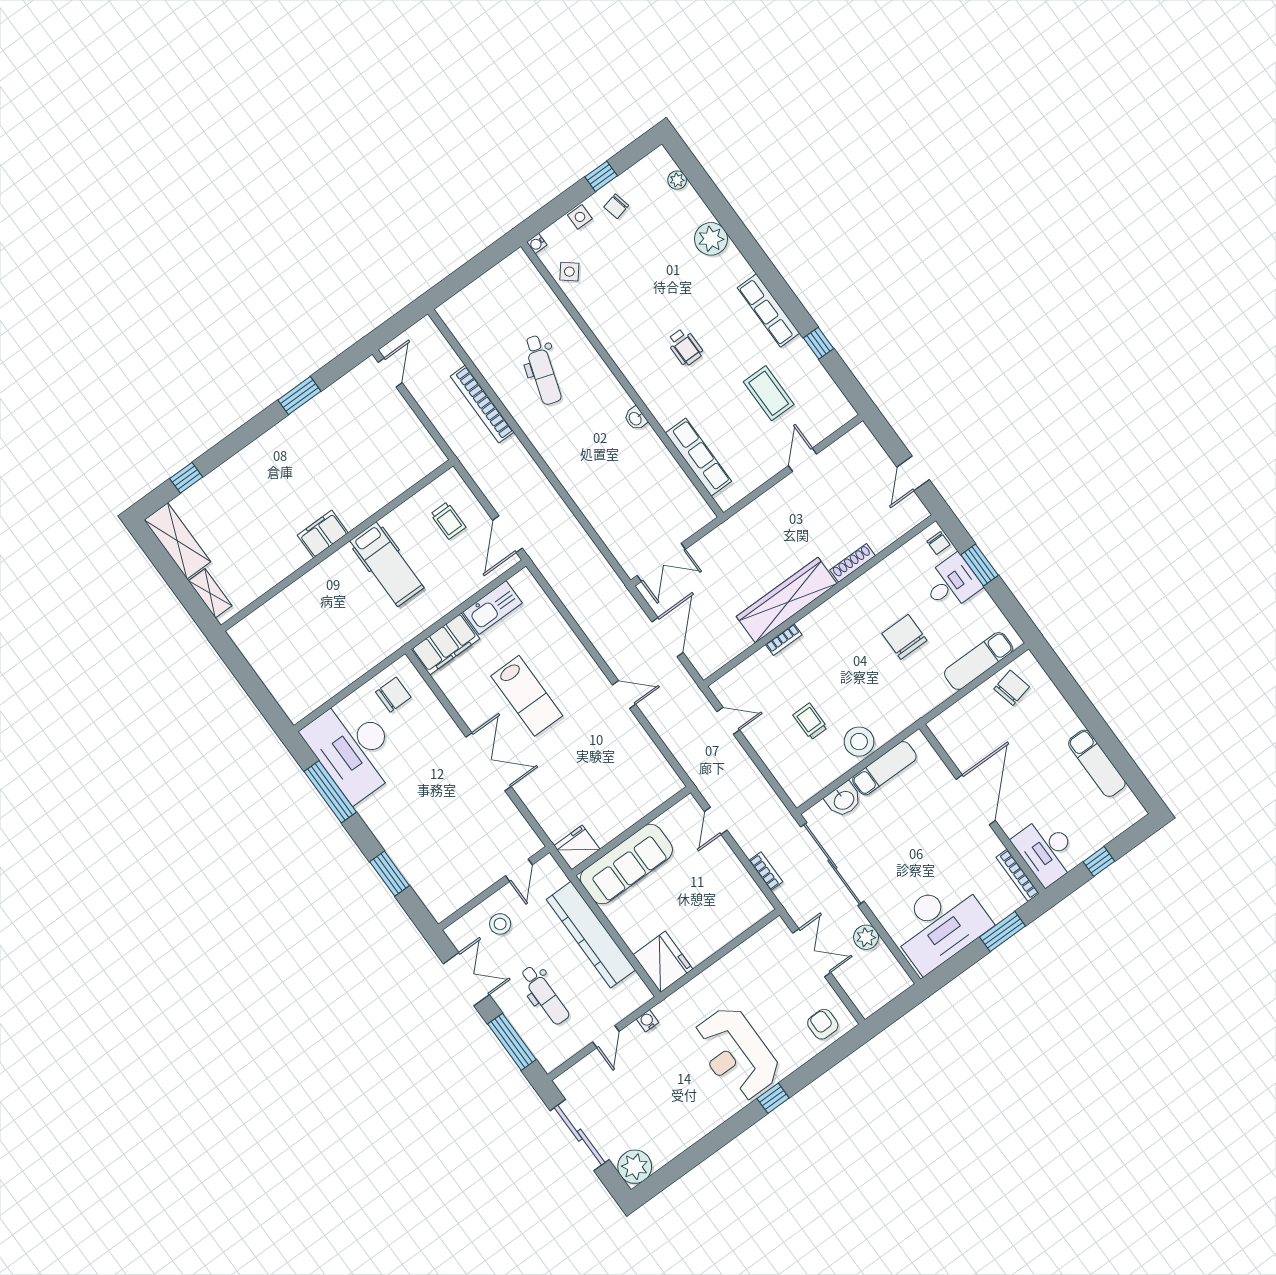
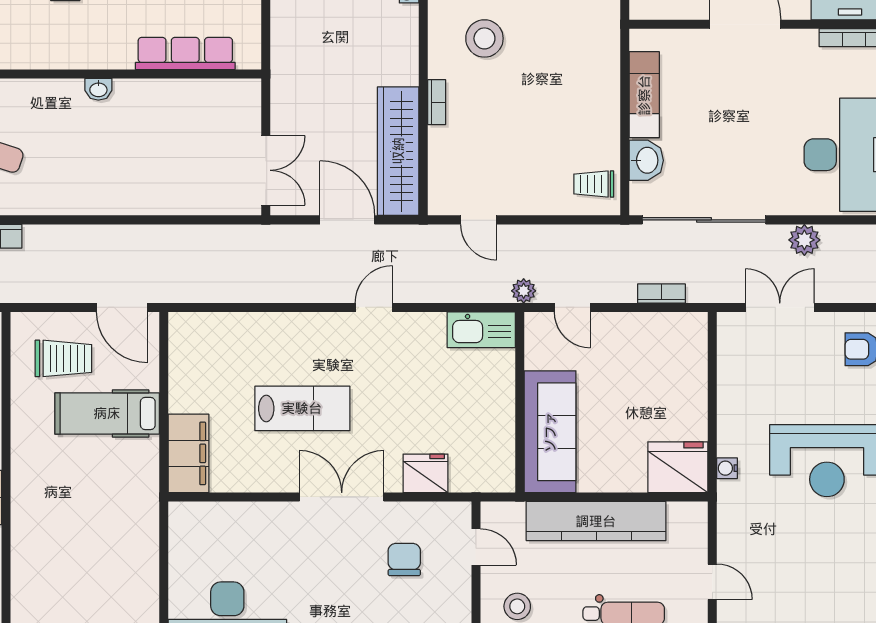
trolley: (448, 521) -> (63, 358), width x1.36, depth x1.39
hospital bed: (387, 564) -> (107, 413), moved, turned 180
wardrobe: (787, 600) -> (398, 151), moved
kitchen sink: (492, 607) -> (481, 330), moved, turned 90
chair: (393, 695) -> (404, 560), moved
door: (728, 721) -> (479, 220), swing flipped
trolley: (810, 721) -> (594, 184), moved
stool: (859, 742) -> (484, 38), moved
plant: (704, 782) -> (524, 291), added
fridge: (577, 847) -> (425, 473), moved, turned 90
water cooler: (648, 1021) -> (727, 468), moved

